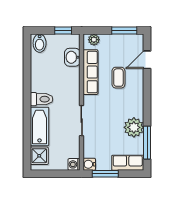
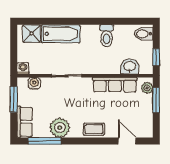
window: (124, 31) -> (156, 100), moved
coffee table: (118, 78) -> (94, 129), moved
toilet: (41, 99) -> (107, 36), moved
water cooler: (89, 164) -> (34, 83), moved

